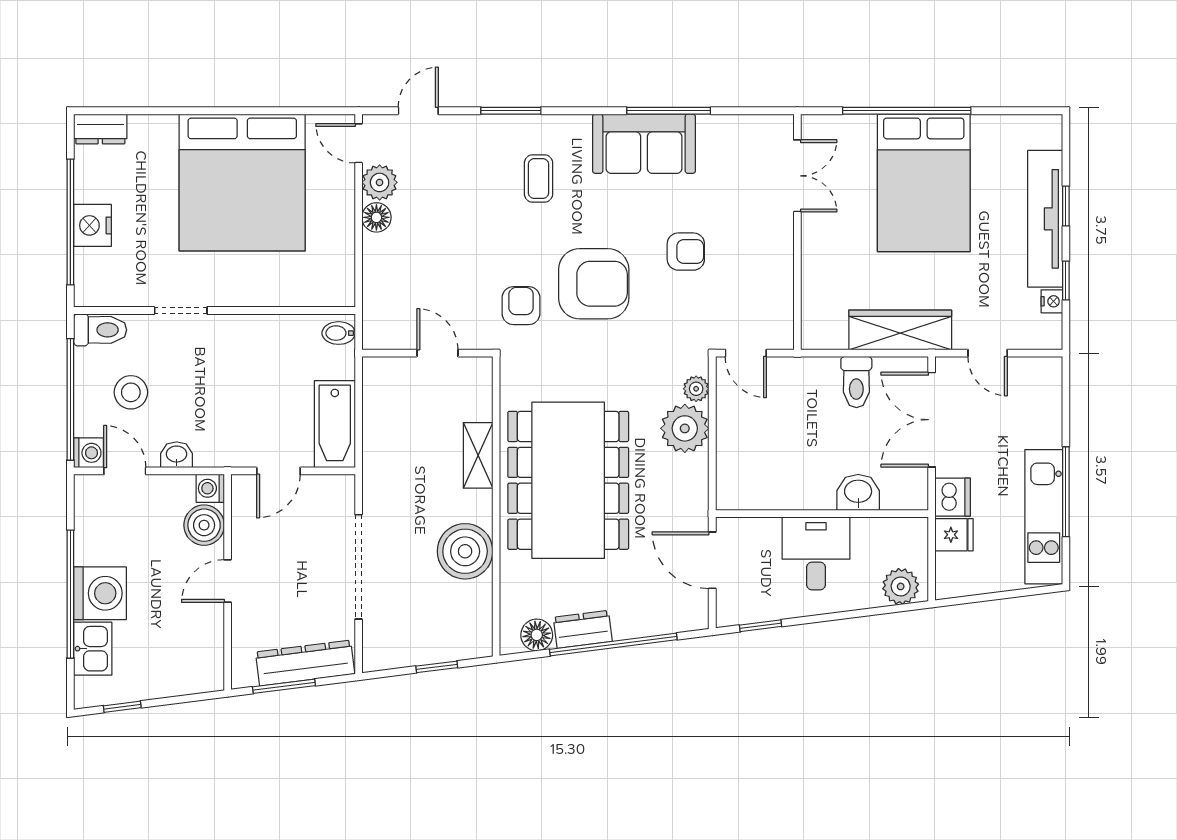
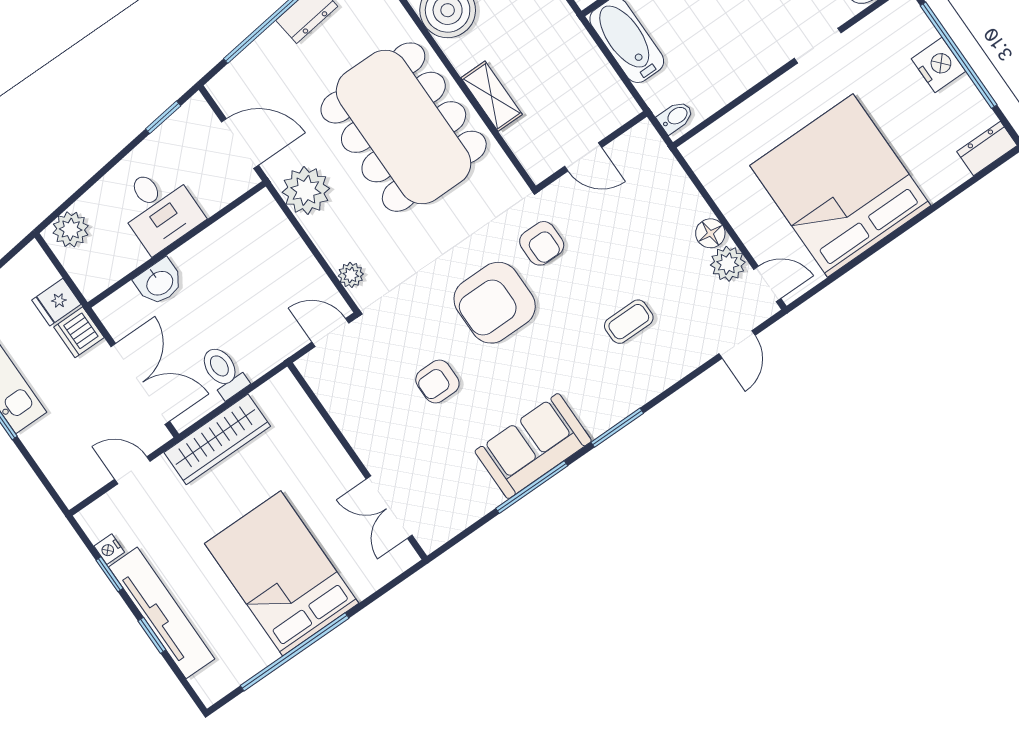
window: (511, 111) -> (617, 428), moved
window: (907, 111) -> (295, 652), moved
coffee table: (539, 179) -> (629, 322), moved, turned 90
plant: (685, 428) -> (306, 190), moved

